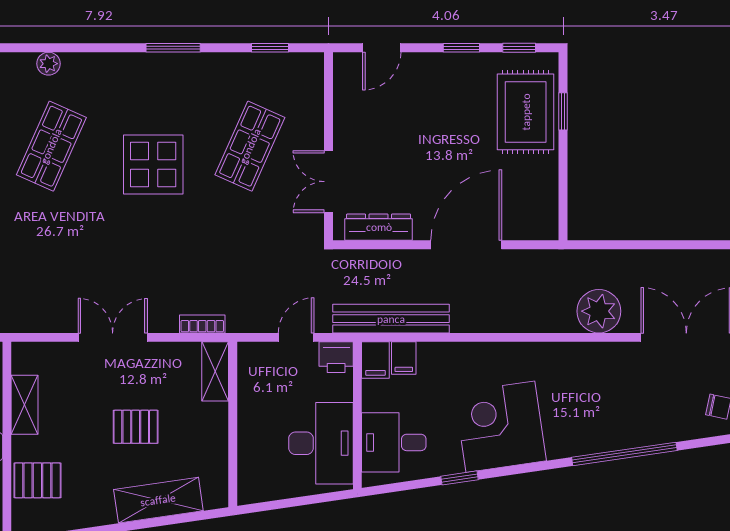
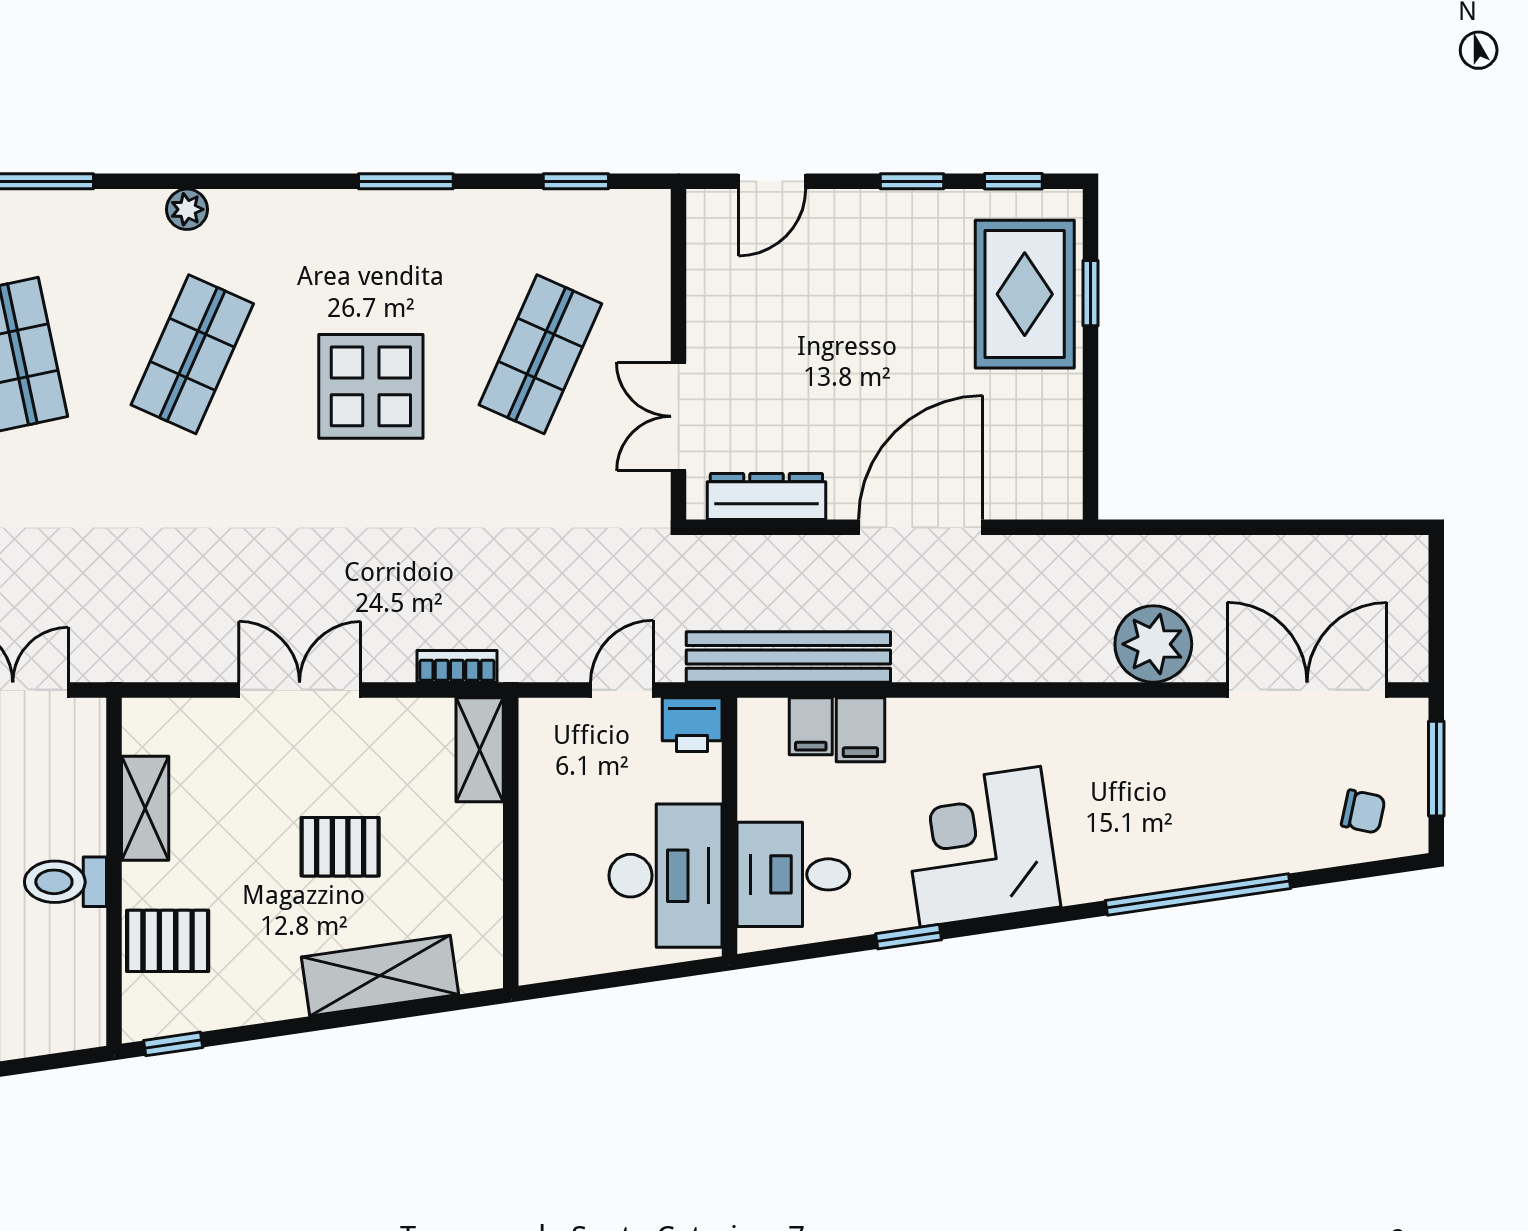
filing cabinet: (375, 360) -> (860, 730), moved

